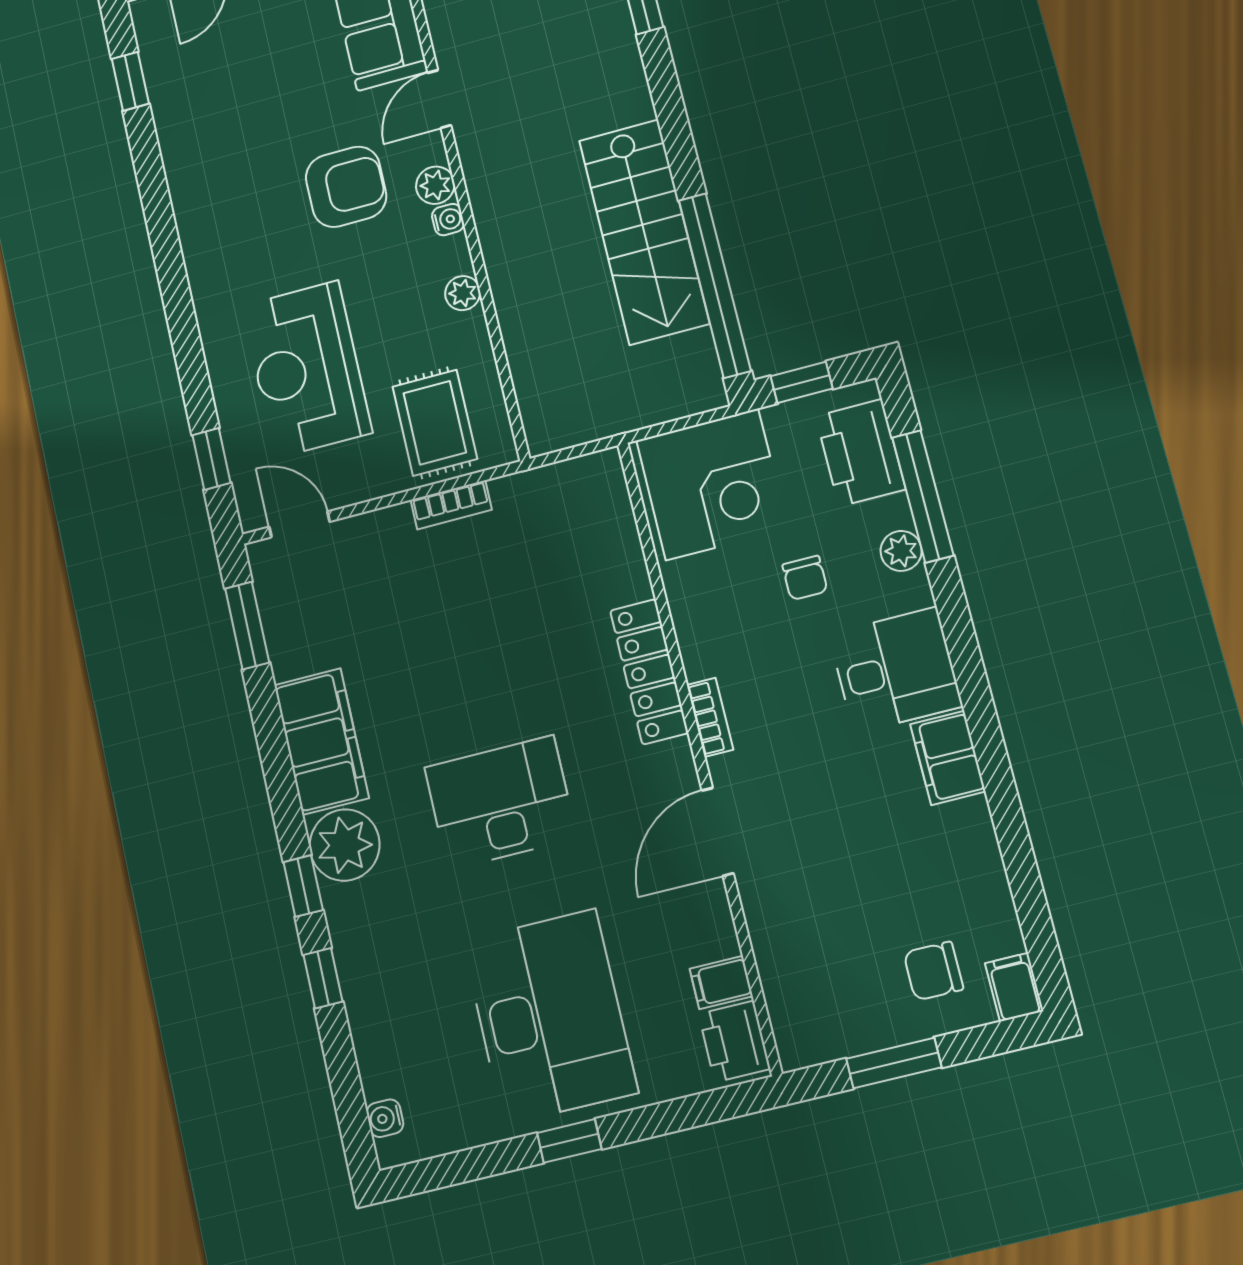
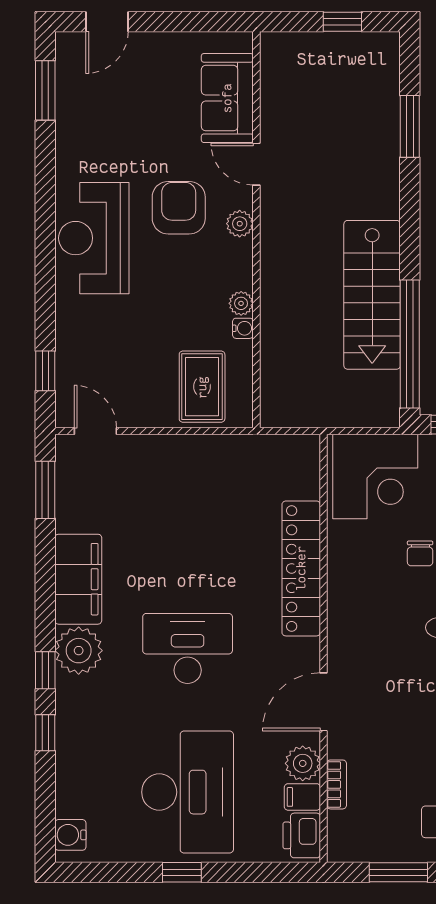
window: (130, 81) -> (45, 90), width x1.50
door: (439, 99) -> (256, 164), hinge flipped
armchair: (346, 187) -> (179, 208), turned -90
water cooler: (448, 220) -> (243, 328), moved
reception desk: (307, 369) -> (94, 238), moved
bookcase: (451, 505) -> (200, 445), removed
locker: (649, 672) -> (301, 568), width x1.41, depth x1.21
bookcase: (710, 717) -> (337, 784), moved
plant: (709, 931) -> (303, 763), added
water cooler: (385, 1118) -> (70, 835), width x1.38, depth x1.38

